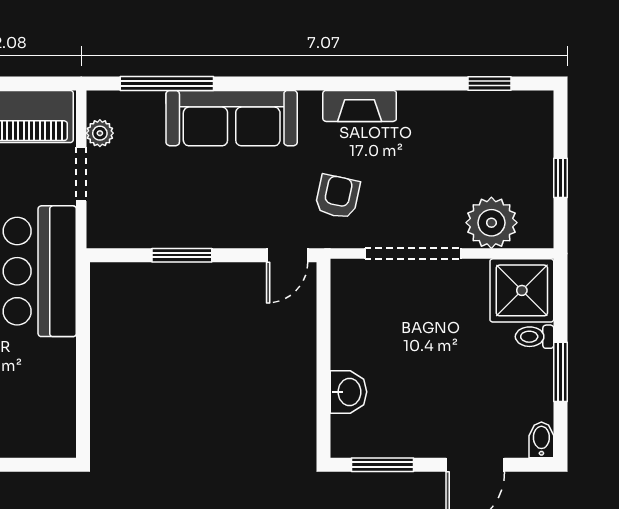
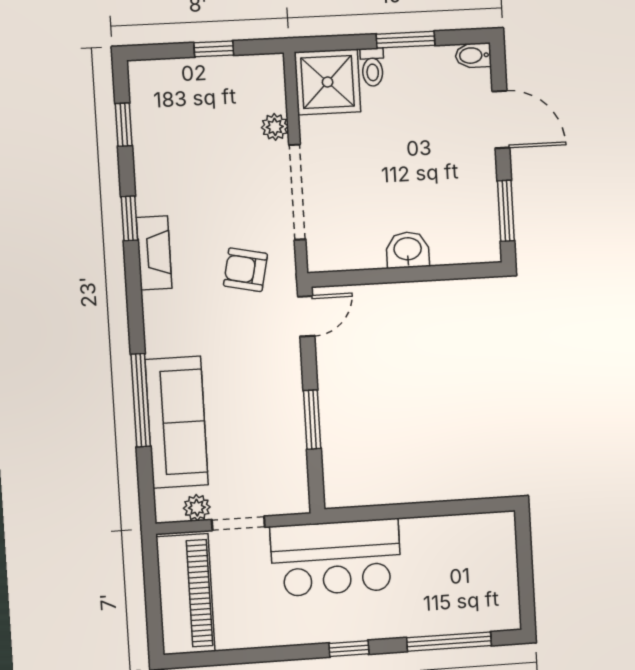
window: (167, 83) -> (141, 400), moved
window: (396, 83) -> (129, 218), added
sofa: (232, 118) -> (177, 422), moved
plant: (491, 223) -> (275, 127), width x0.53, depth x0.53
door: (287, 255) -> (306, 316), hinge flipped
washbasin: (348, 392) -> (408, 250), moved

